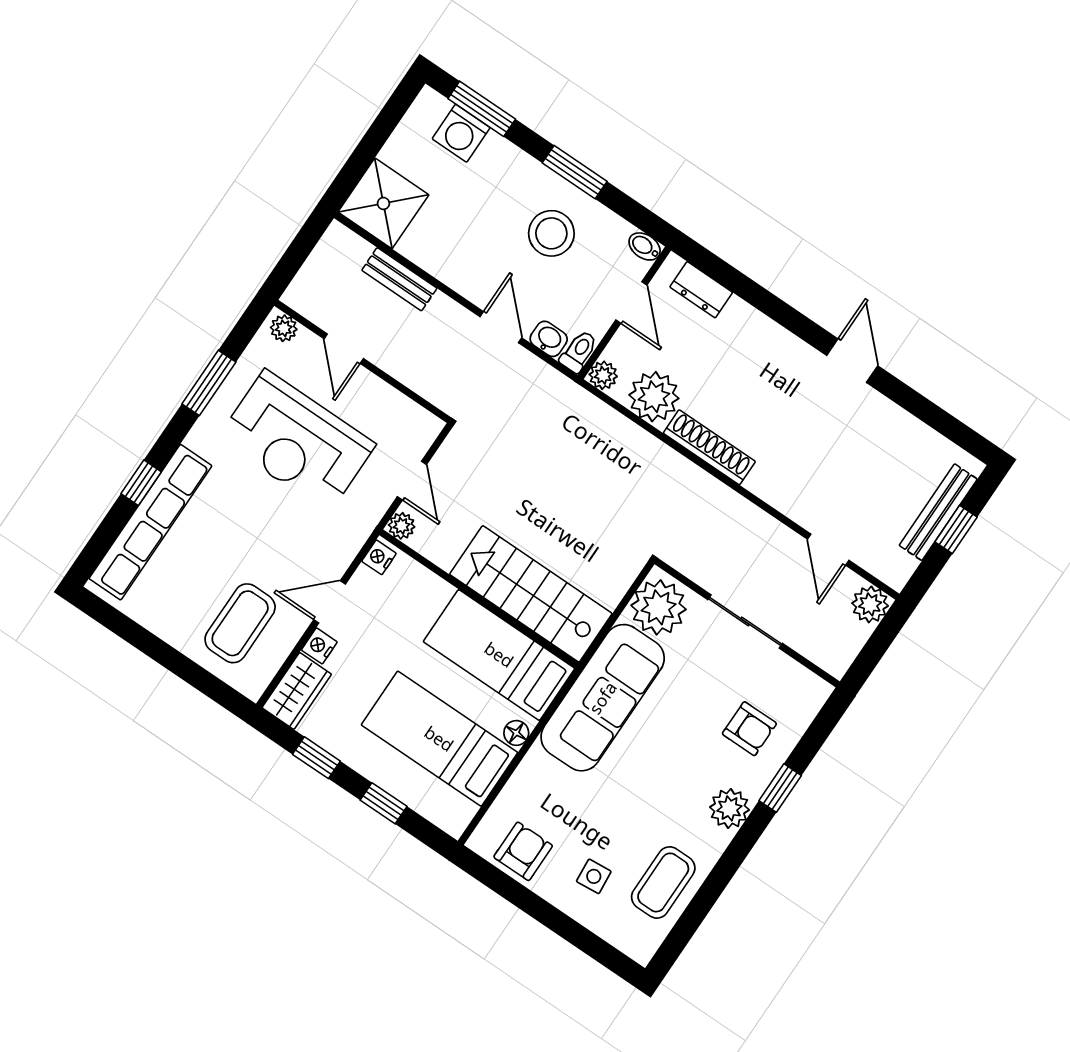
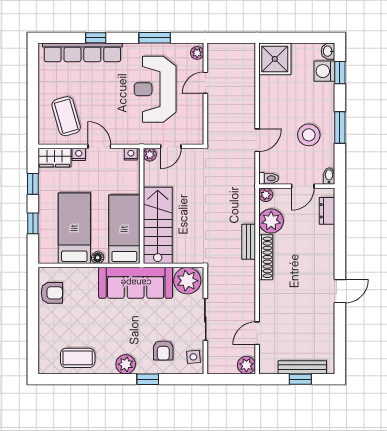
window: (482, 109) -> (340, 73), width x0.67
bench: (399, 279) -> (249, 242), moved
washbasin: (549, 339) -> (328, 51), moved, turned 180
coffee table: (240, 623) -> (66, 116), turned 74
side table: (594, 876) -> (193, 357), moved

